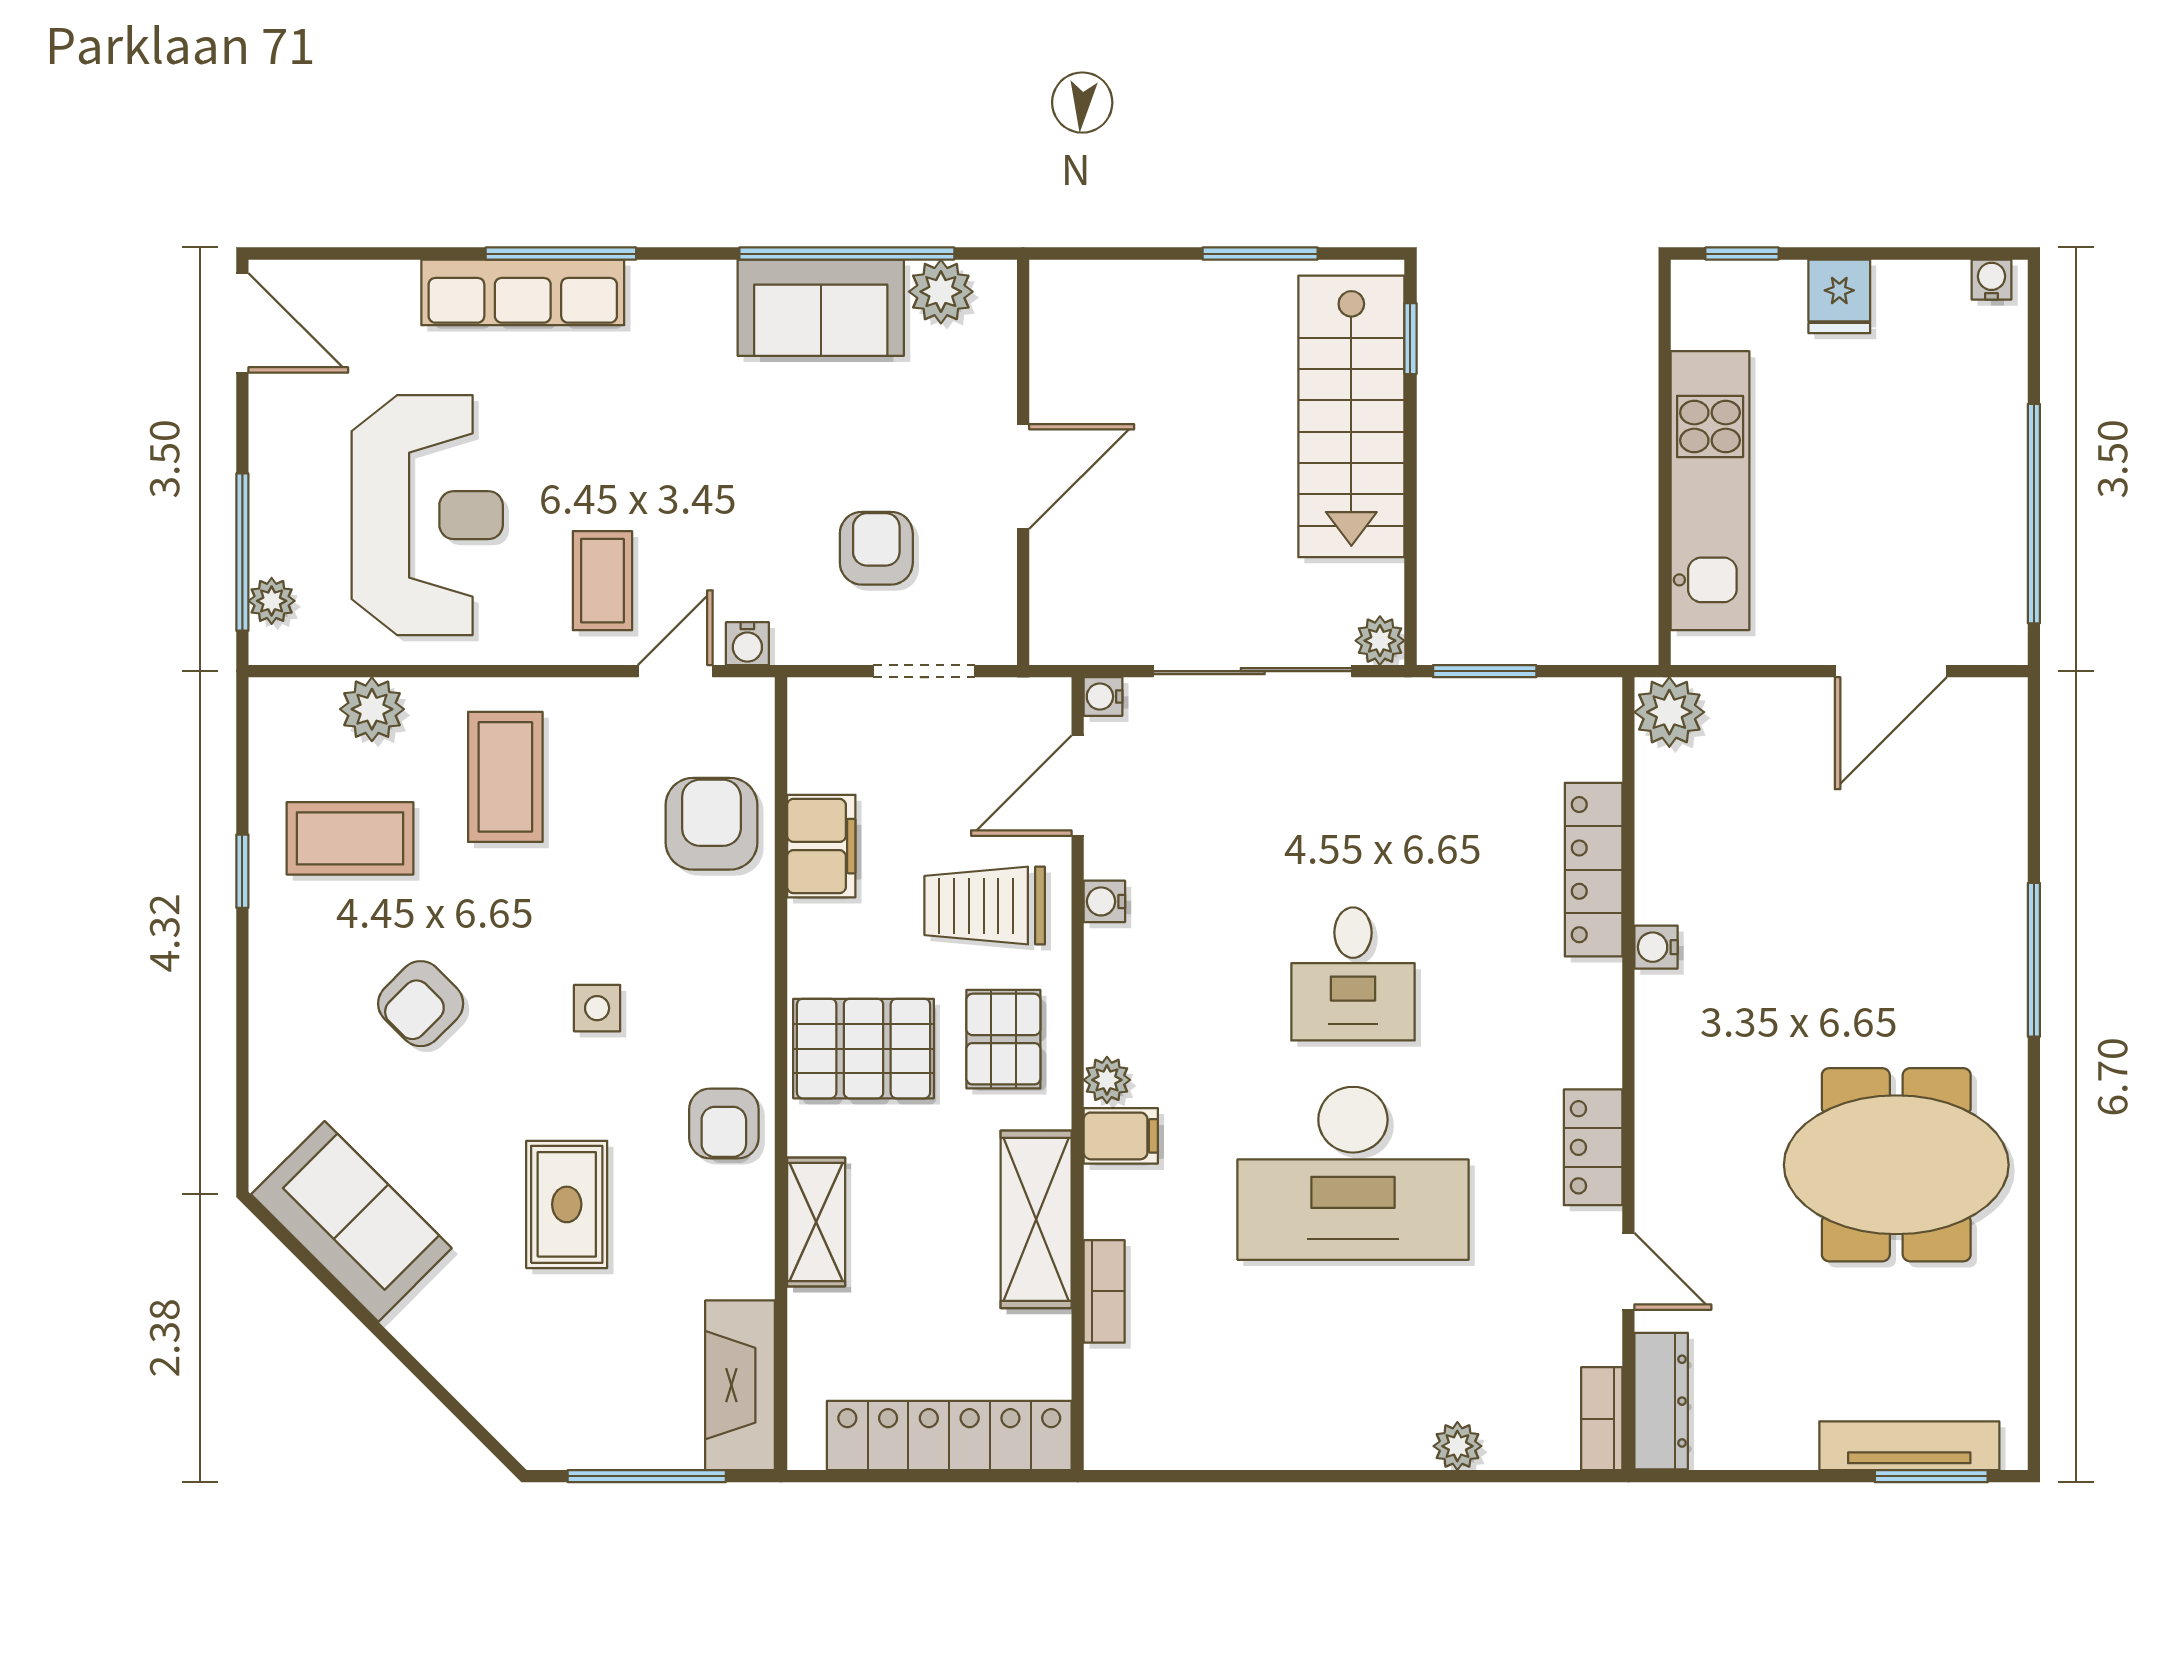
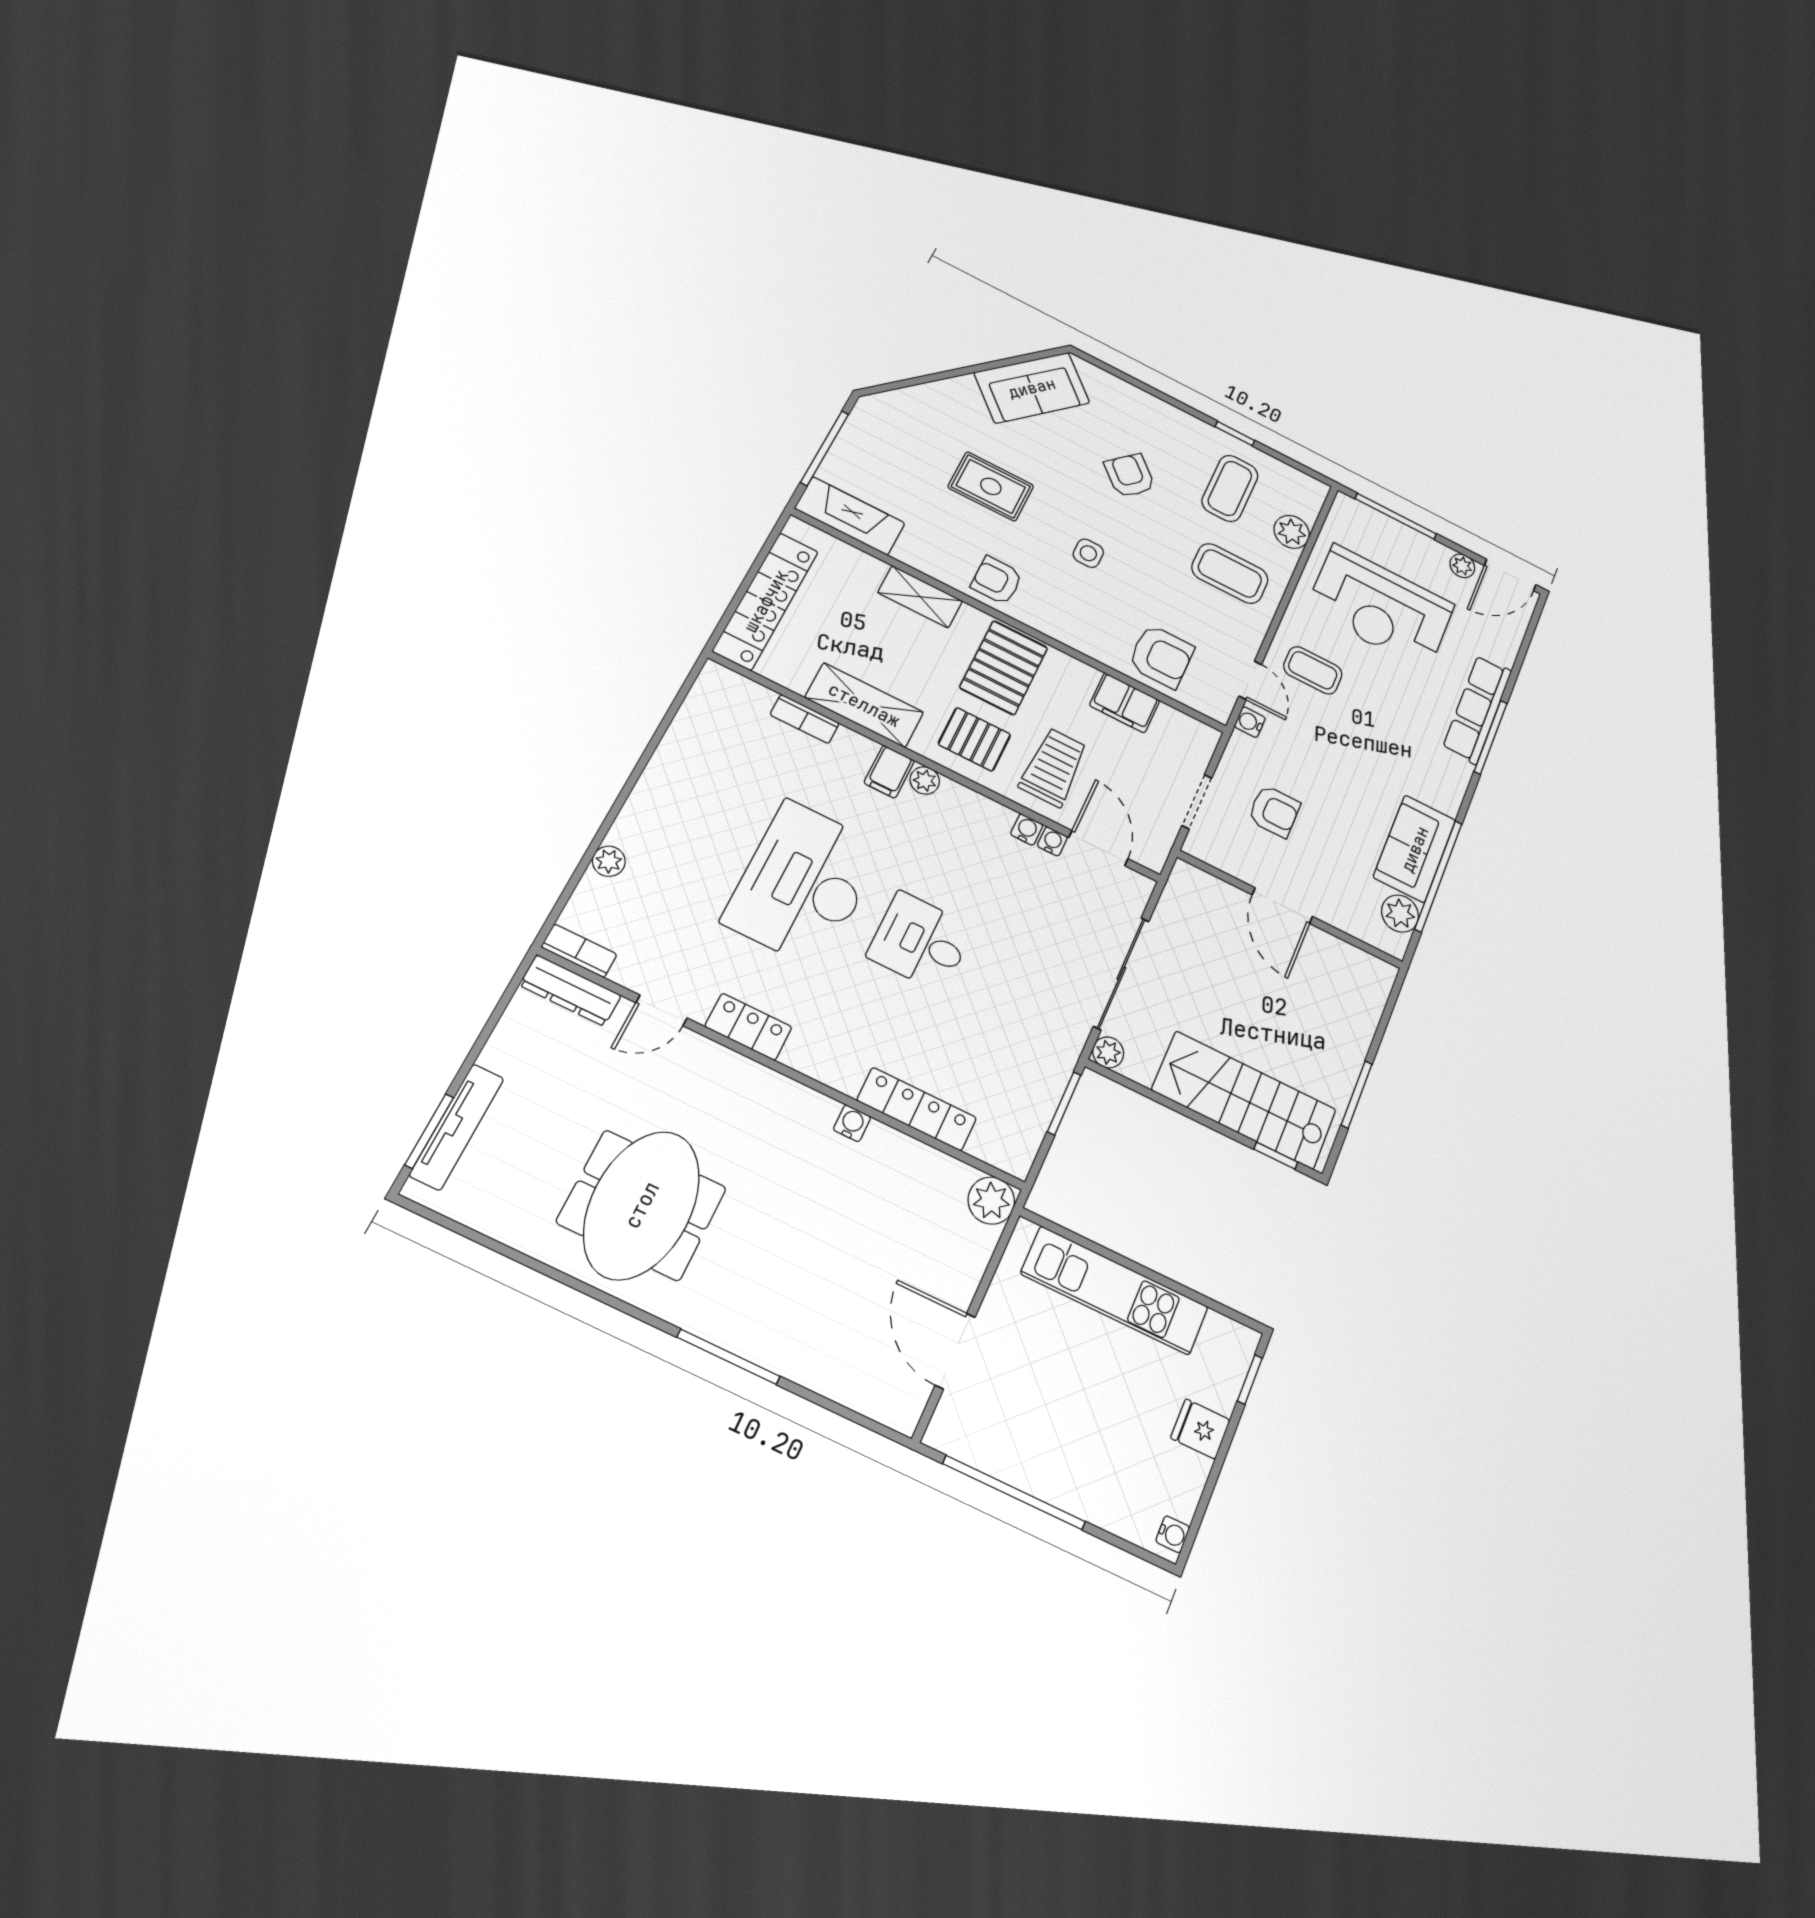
plant: (272, 601) -> (1462, 566), moved
water cooler: (1103, 696) -> (1052, 841), moved

